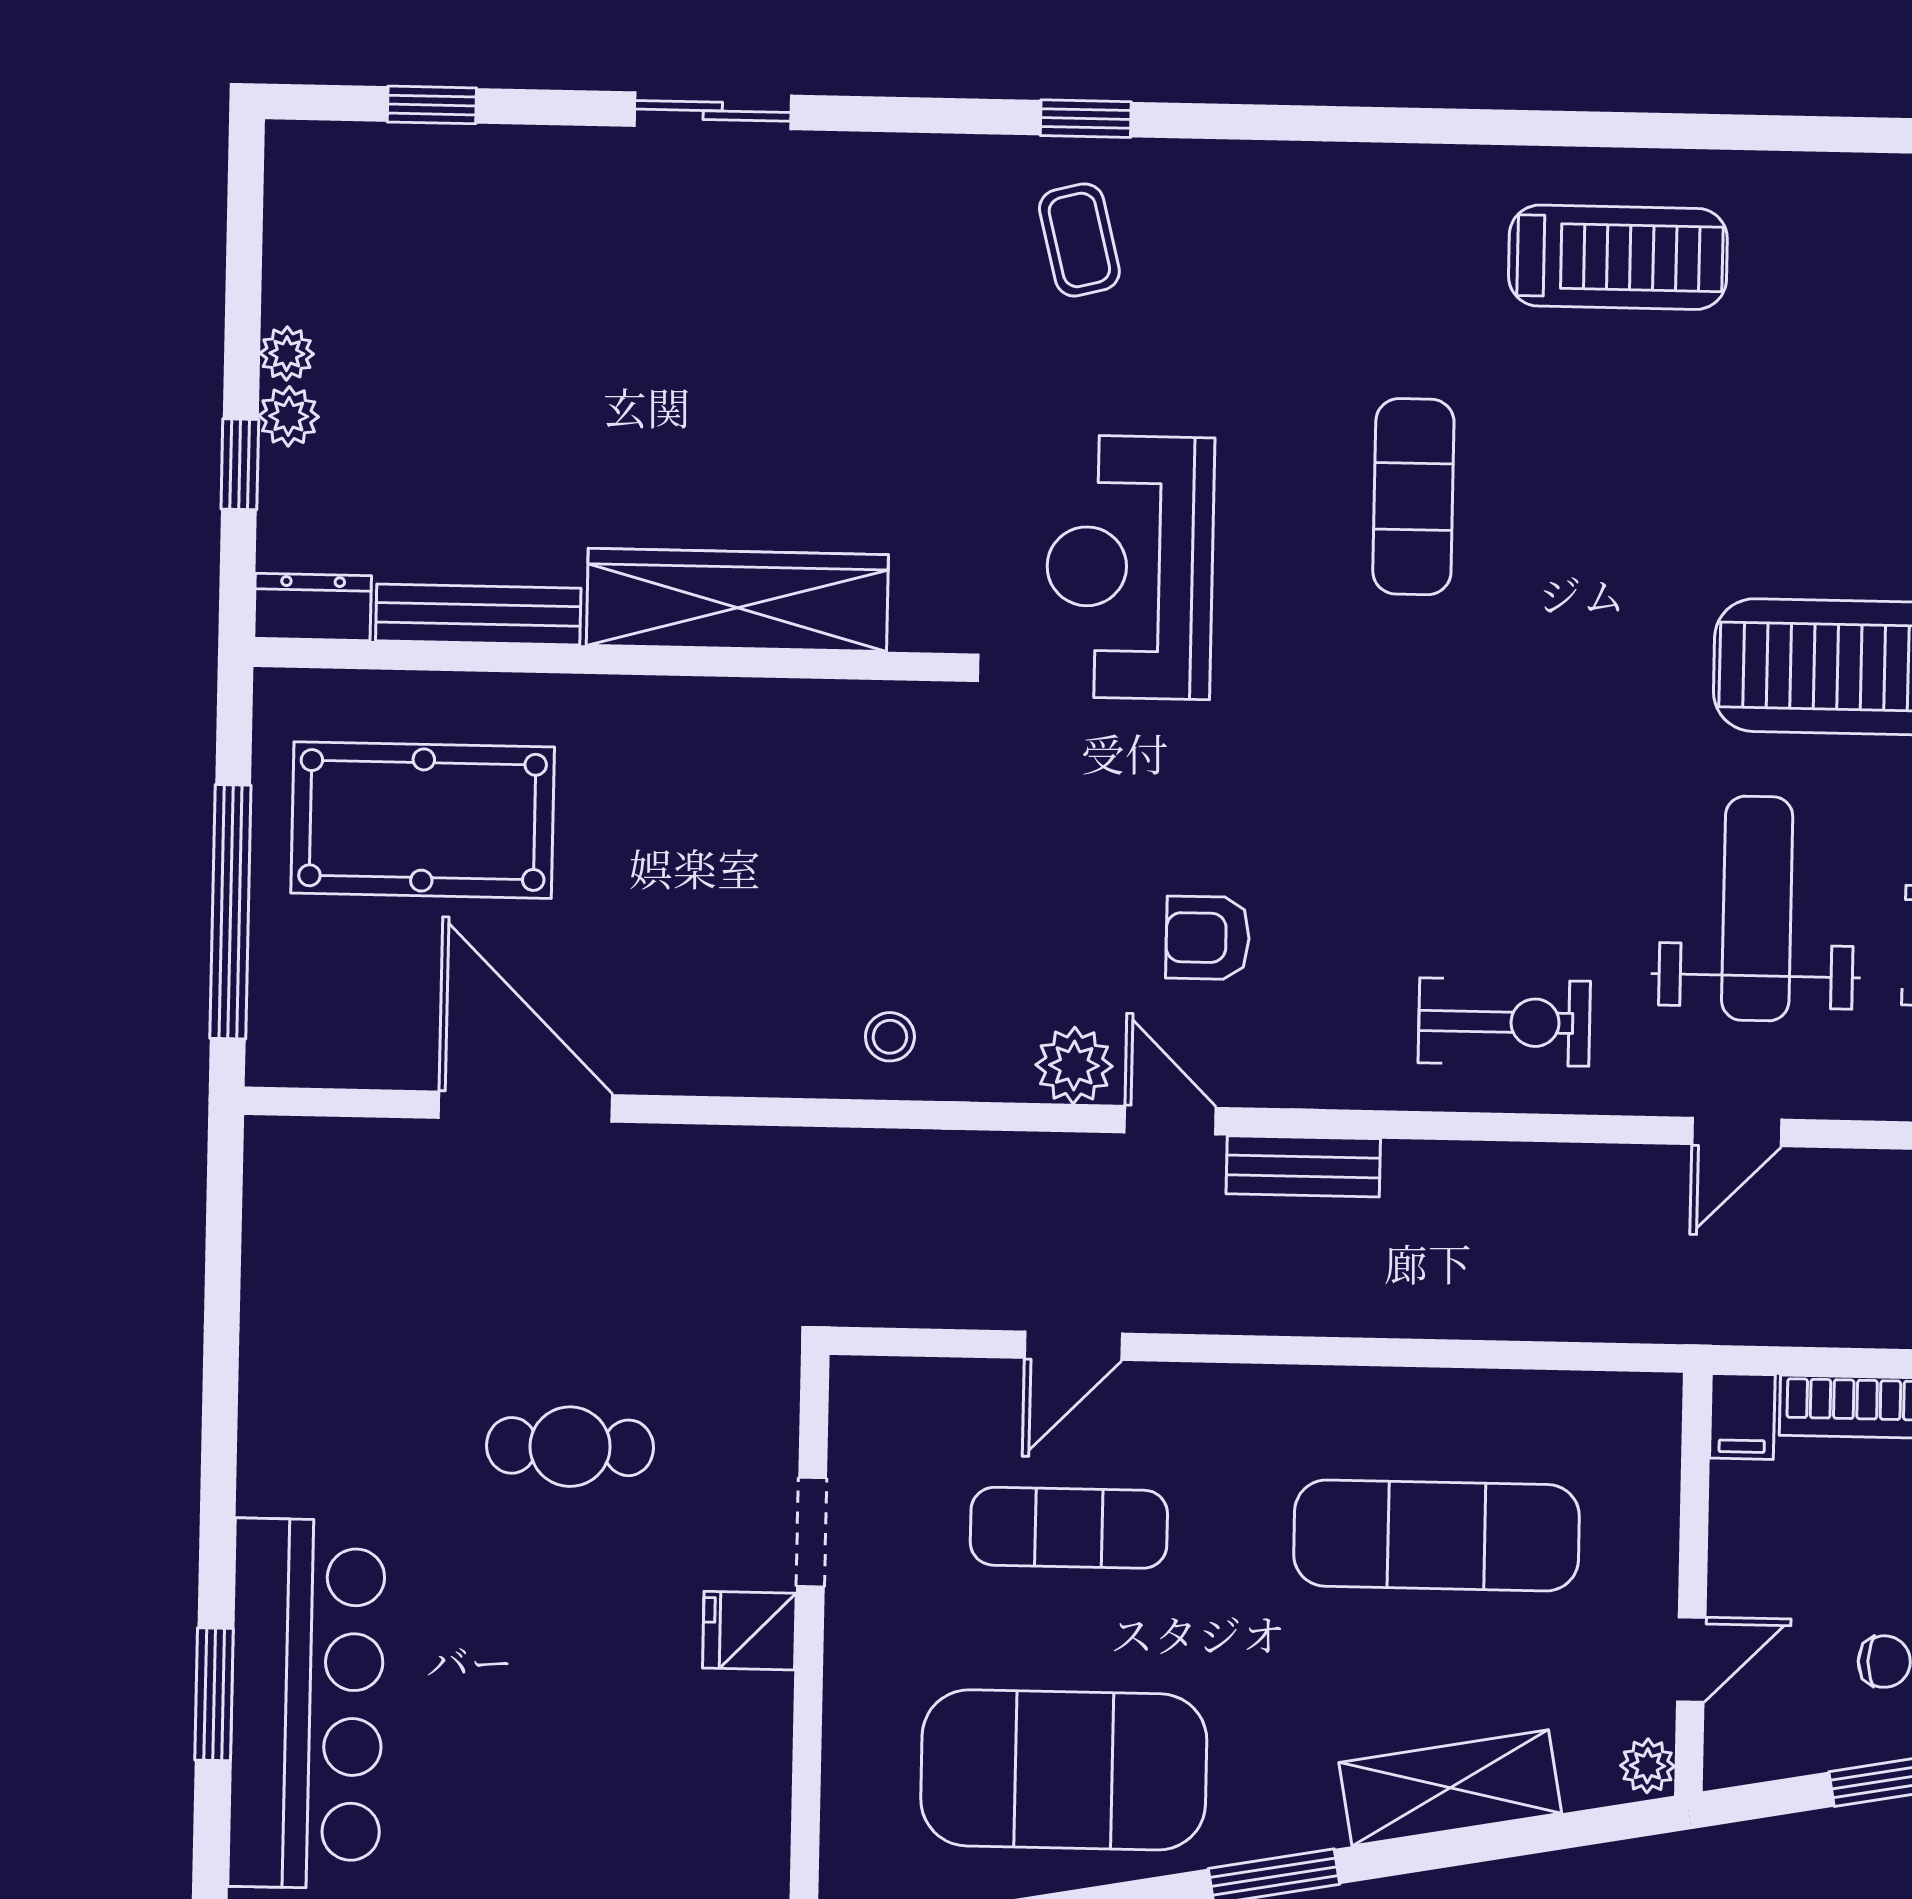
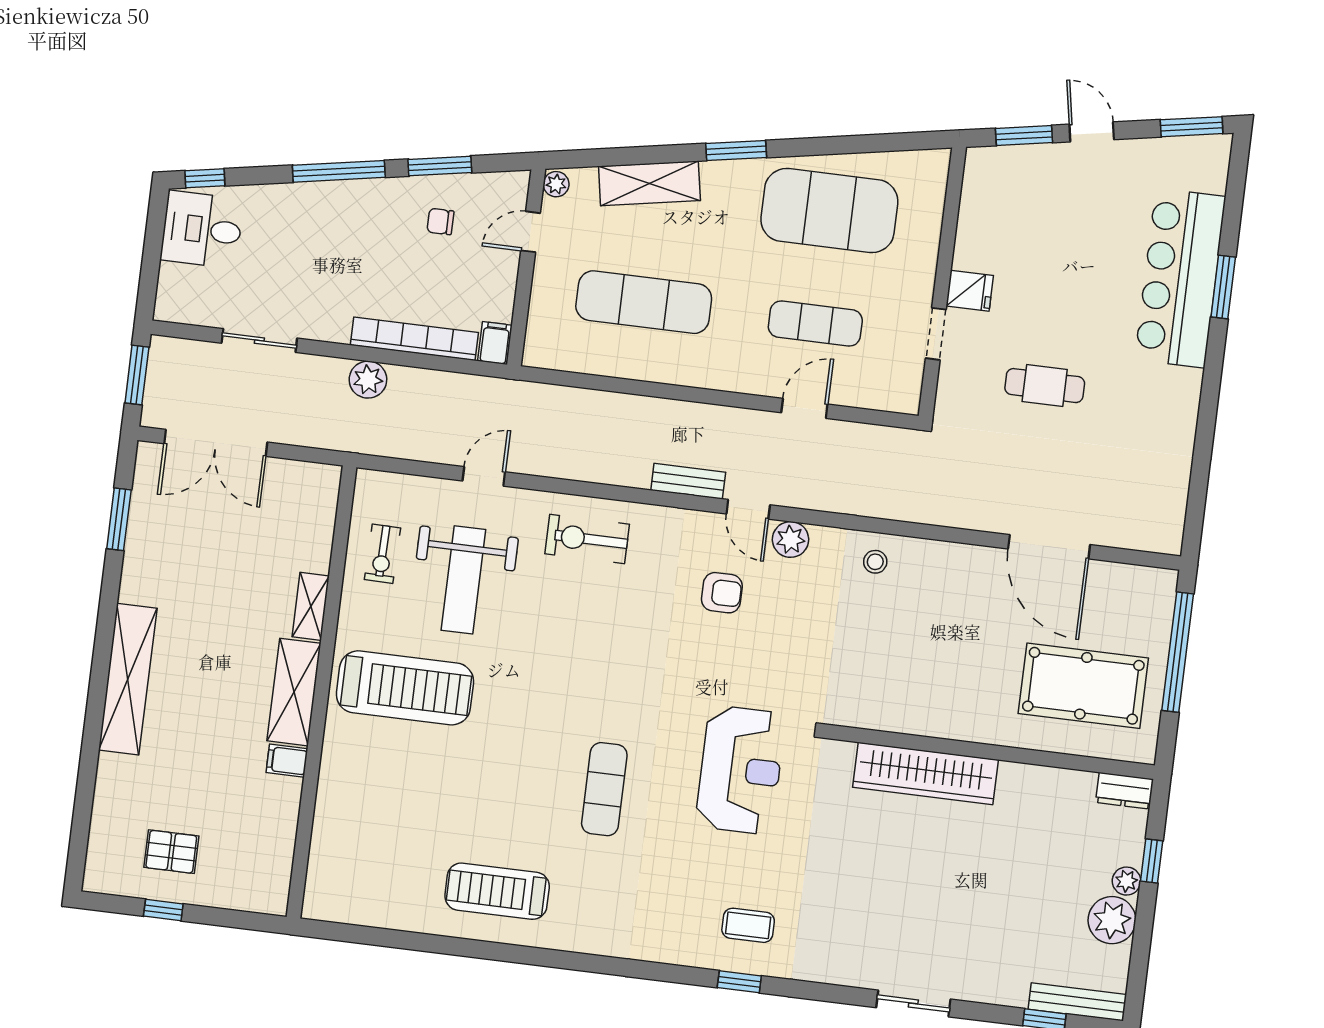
coffee table: (1079, 240) -> (748, 925), turned -76
plant: (287, 354) -> (1112, 920), width x1.88, depth x1.88
bench: (478, 615) -> (1077, 1002), moved

